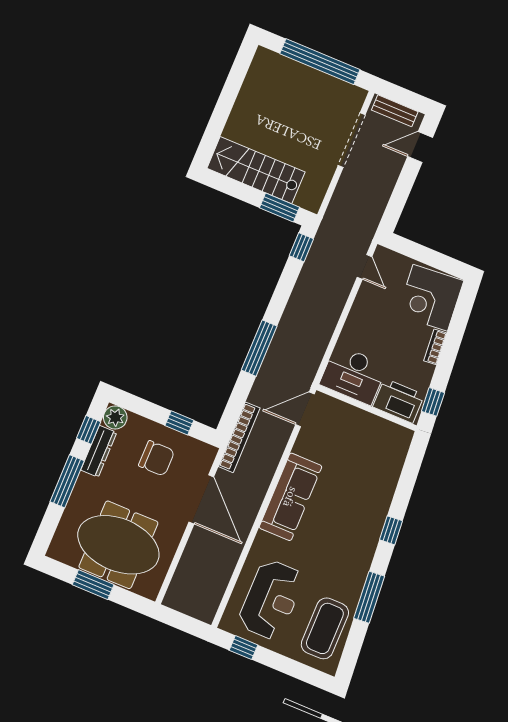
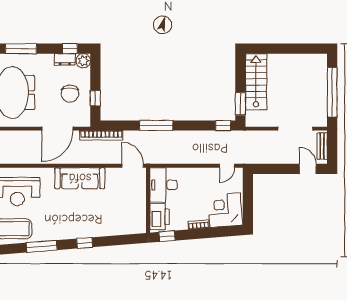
dresser: (99, 451) -> (65, 59), width x0.70
window: (67, 481) -> (21, 49), moved

